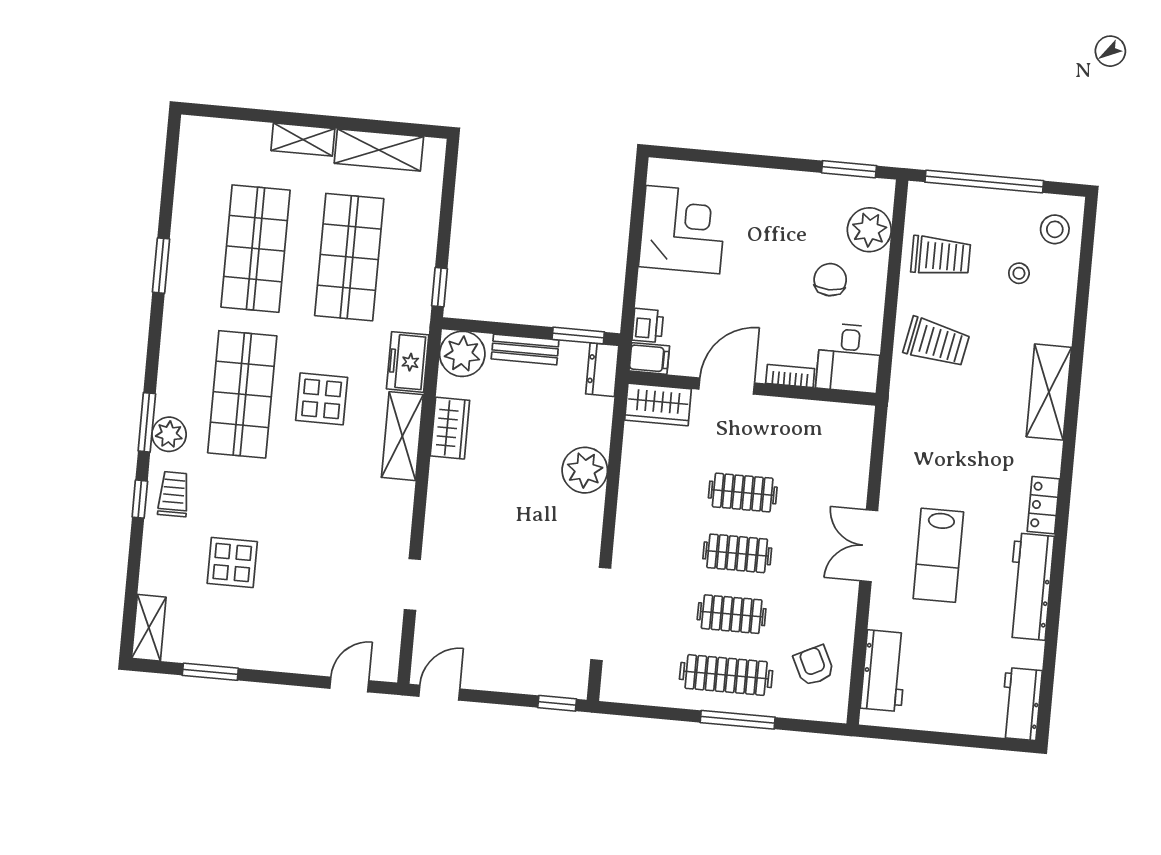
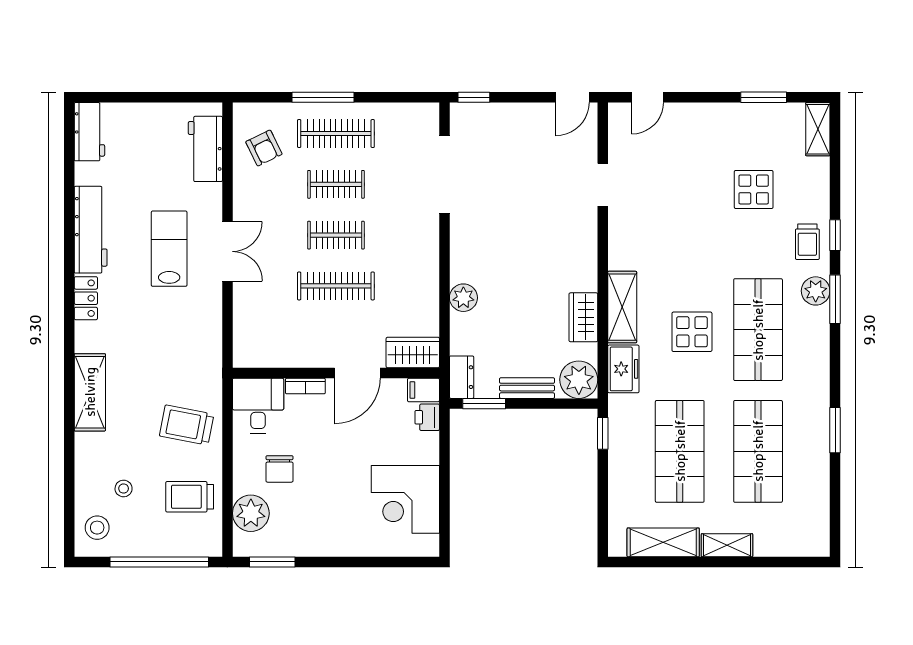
plant: (585, 470) -> (463, 298), width x0.73, depth x0.73
clothes rail: (743, 493) -> (336, 286), width x1.36

